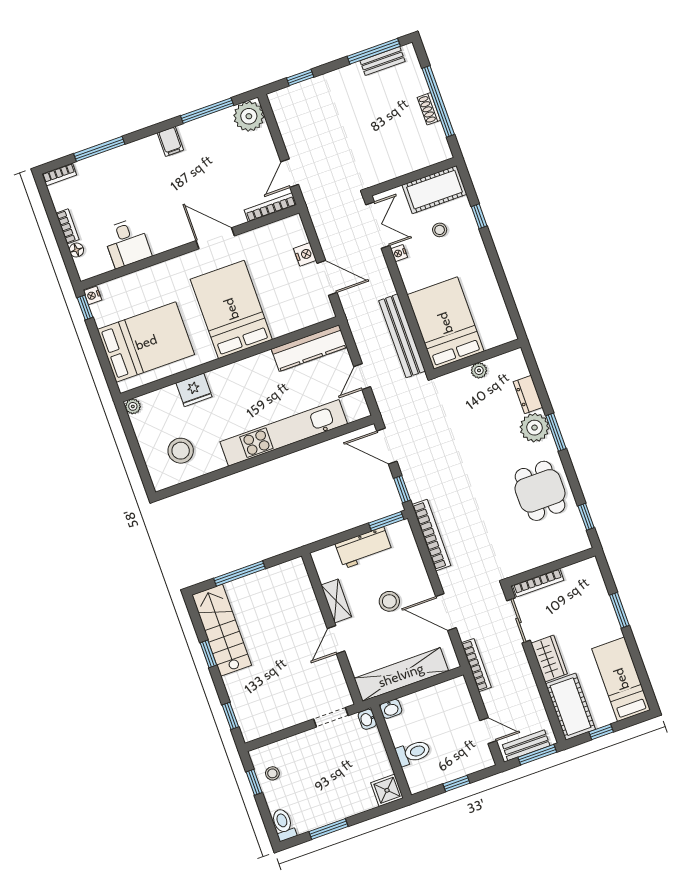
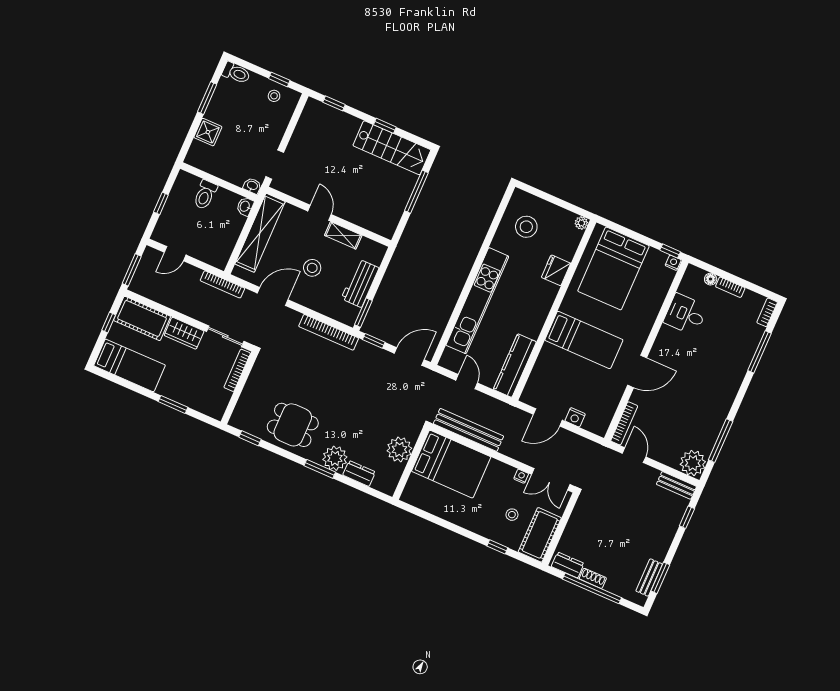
window: (374, 51) -> (660, 578), width x0.69
filing cabinet: (170, 141) -> (723, 400), removed
dresser: (438, 141) -> (568, 565), added
bed: (231, 309) -> (584, 340), width x0.67
plant: (479, 370) -> (399, 449), width x1.87, depth x1.87
bench: (526, 745) -> (676, 485), moved, turned 90
shower: (387, 790) -> (208, 132), moved

